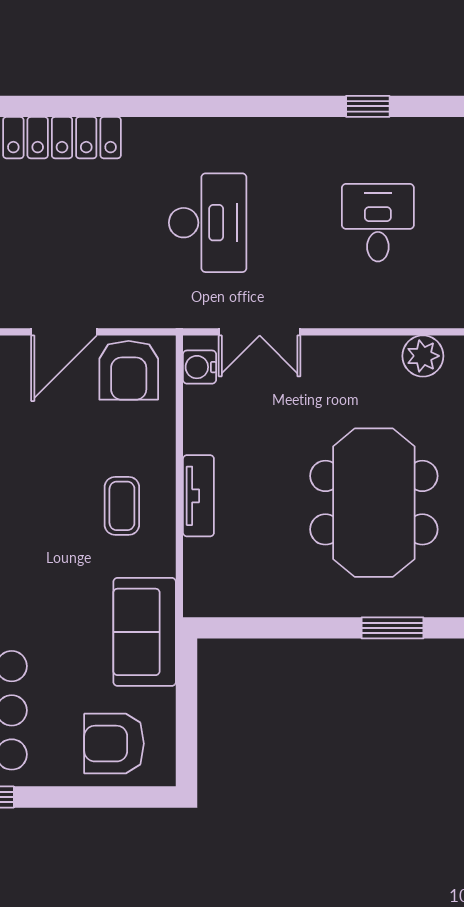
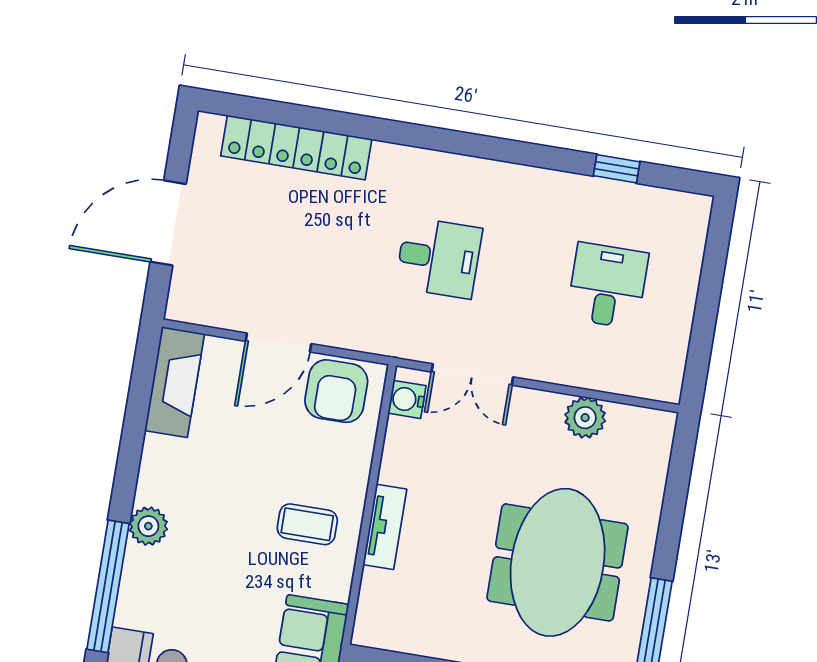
desk: (208, 223) -> (439, 258), width x0.73
plant: (423, 356) -> (585, 418), moved
coffee table: (122, 506) -> (307, 524), turned 90

